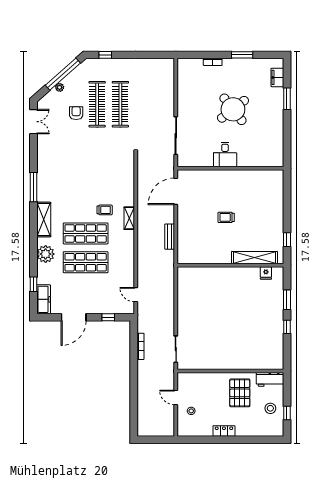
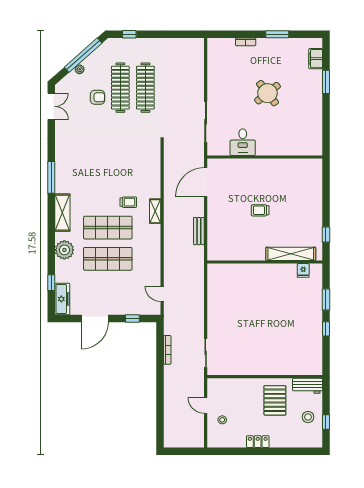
round table: (233, 109) -> (267, 93), width x0.73, depth x0.73
armchair: (76, 113) -> (98, 97), turned 90
desk: (225, 155) -> (243, 142), moved

